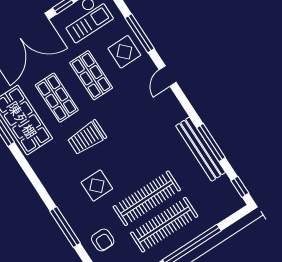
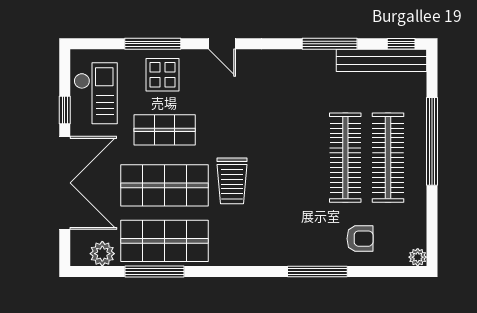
shop shelf: (57, 98) -> (165, 185), width x1.43, depth x1.36
bench: (201, 149) -> (382, 60), moved
display table: (97, 186) -> (294, 205), removed

